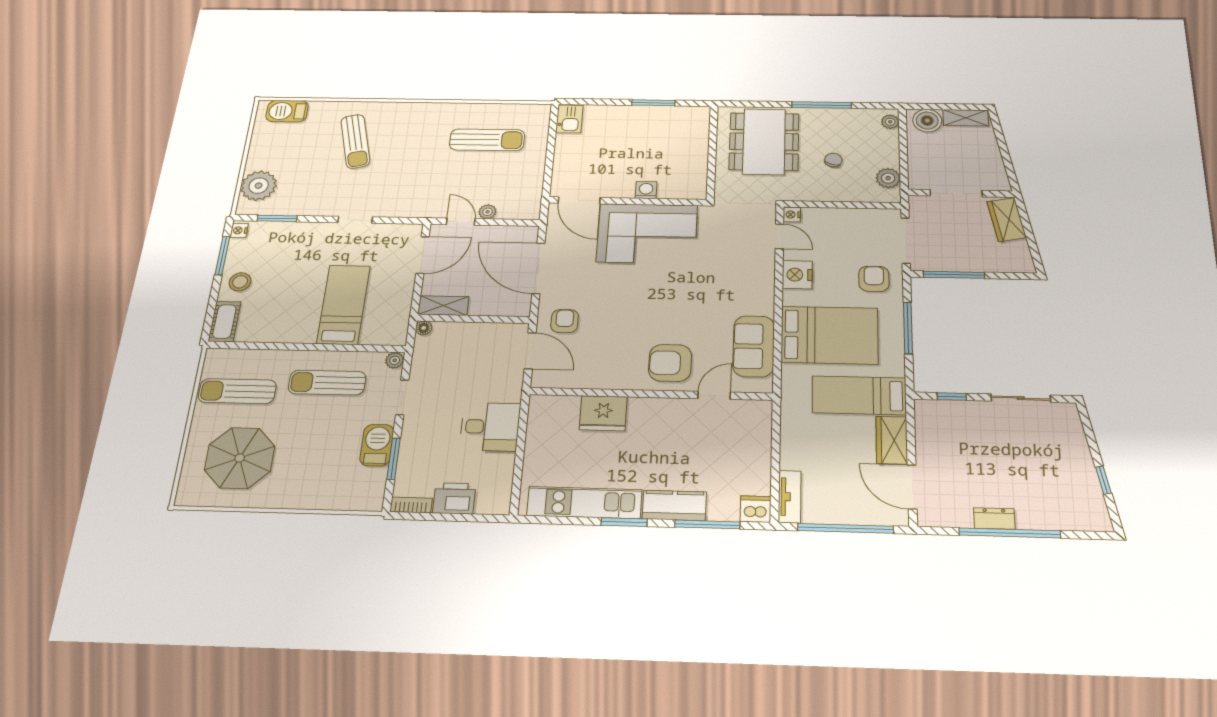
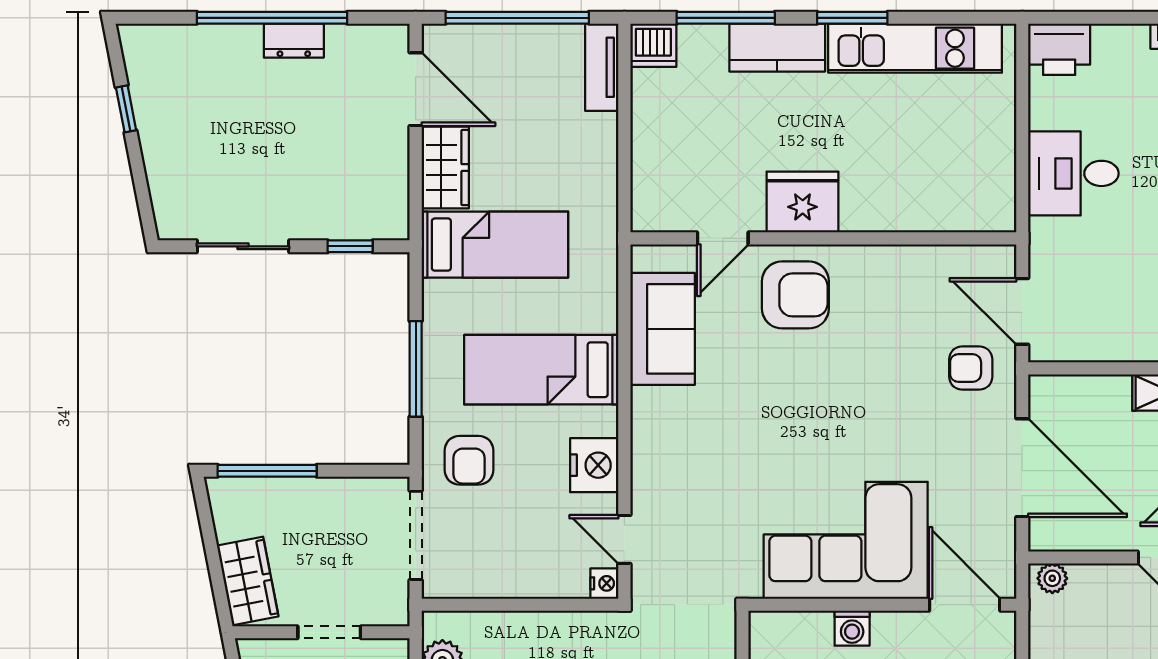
doorway: (956, 193) -> (329, 632), width x0.73
plant: (487, 212) -> (1052, 578), moved
window: (954, 275) -> (267, 471), moved
armchair: (565, 321) -> (971, 368), turned 90
bed: (829, 335) -> (541, 370), width x0.67
fridge: (603, 413) -> (803, 202), moved
printer: (454, 498) -> (1059, 49), moved

